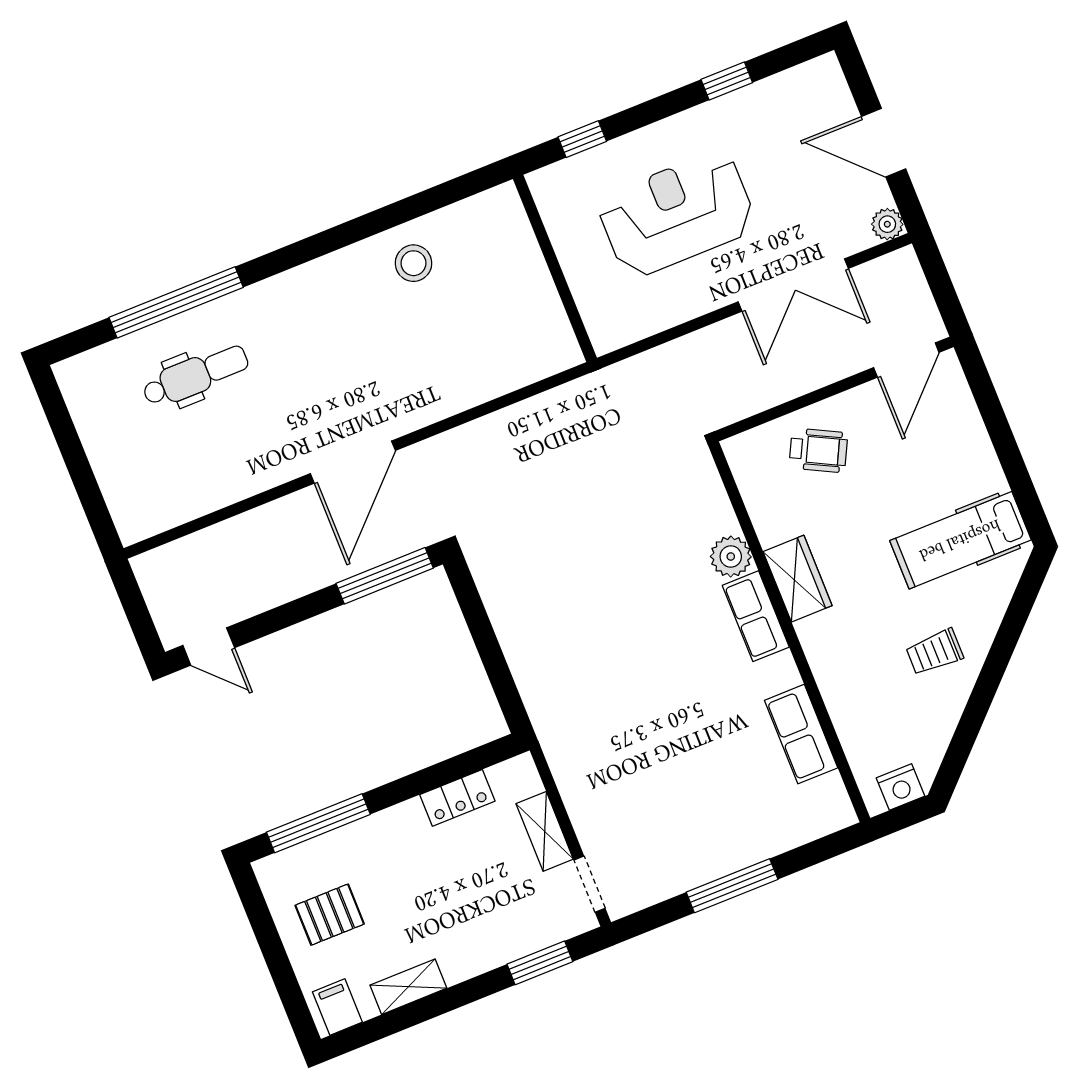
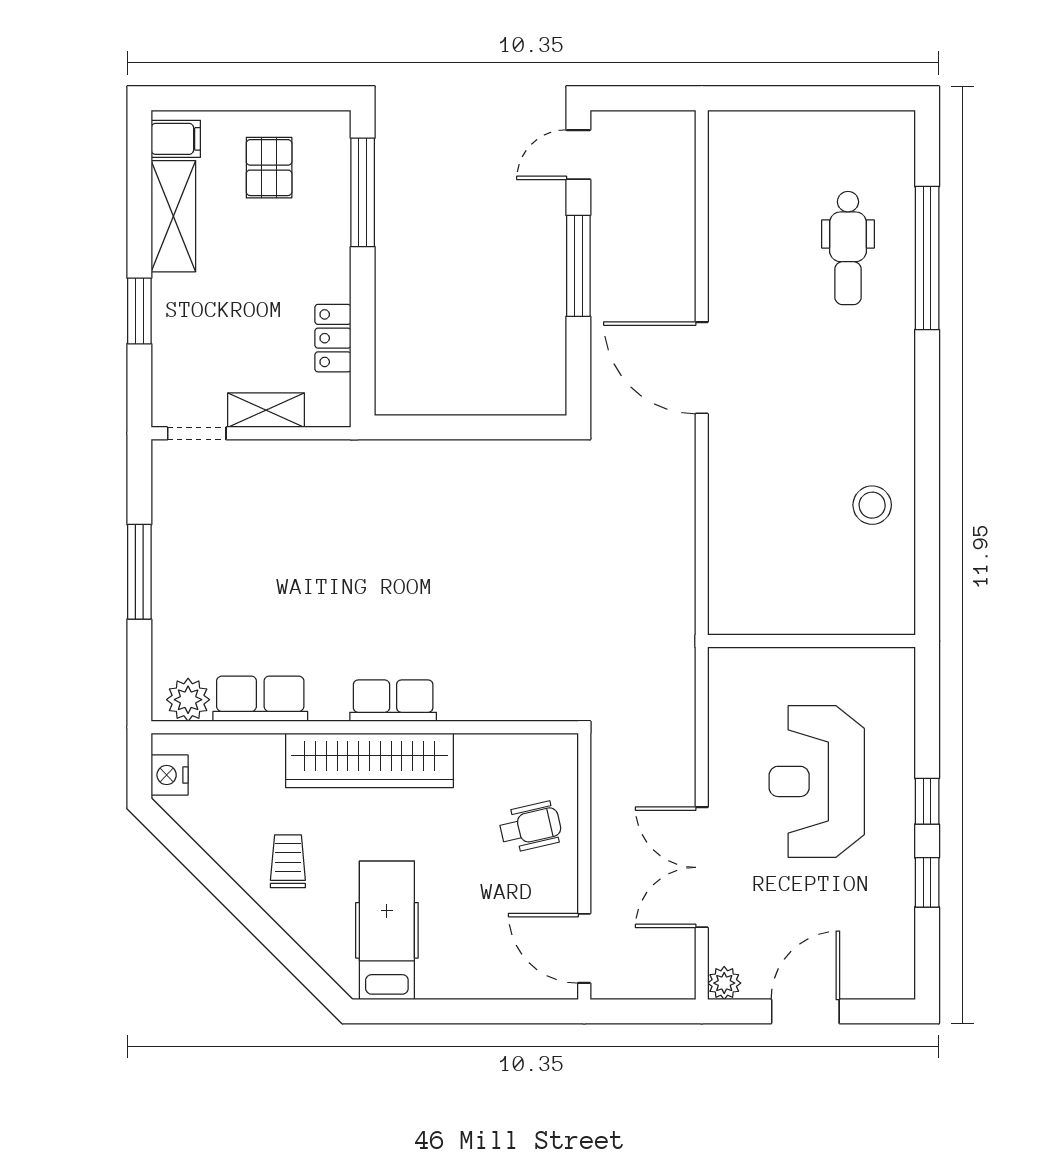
window: (582, 139) -> (927, 801), moved
reception desk: (677, 214) -> (817, 781), turned 180
wheelchair: (818, 450) -> (530, 827), turned -130
plant: (731, 557) -> (188, 700), moved
window: (385, 576) -> (578, 266), moved
wardrobe: (798, 579) -> (370, 760), width x2.10, depth x1.17
window: (540, 963) -> (139, 311), moved
shelving: (408, 987) -> (173, 216), width x1.50, depth x1.33

